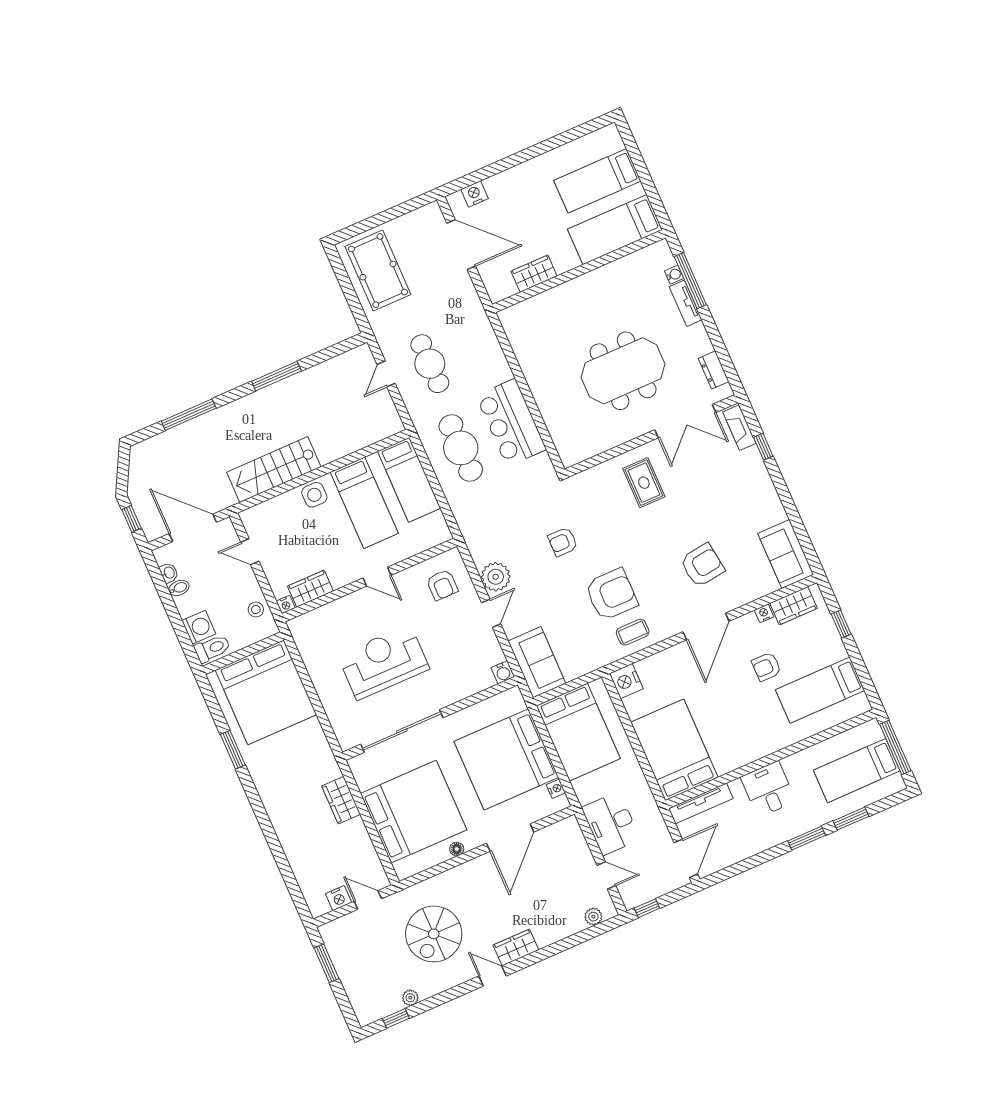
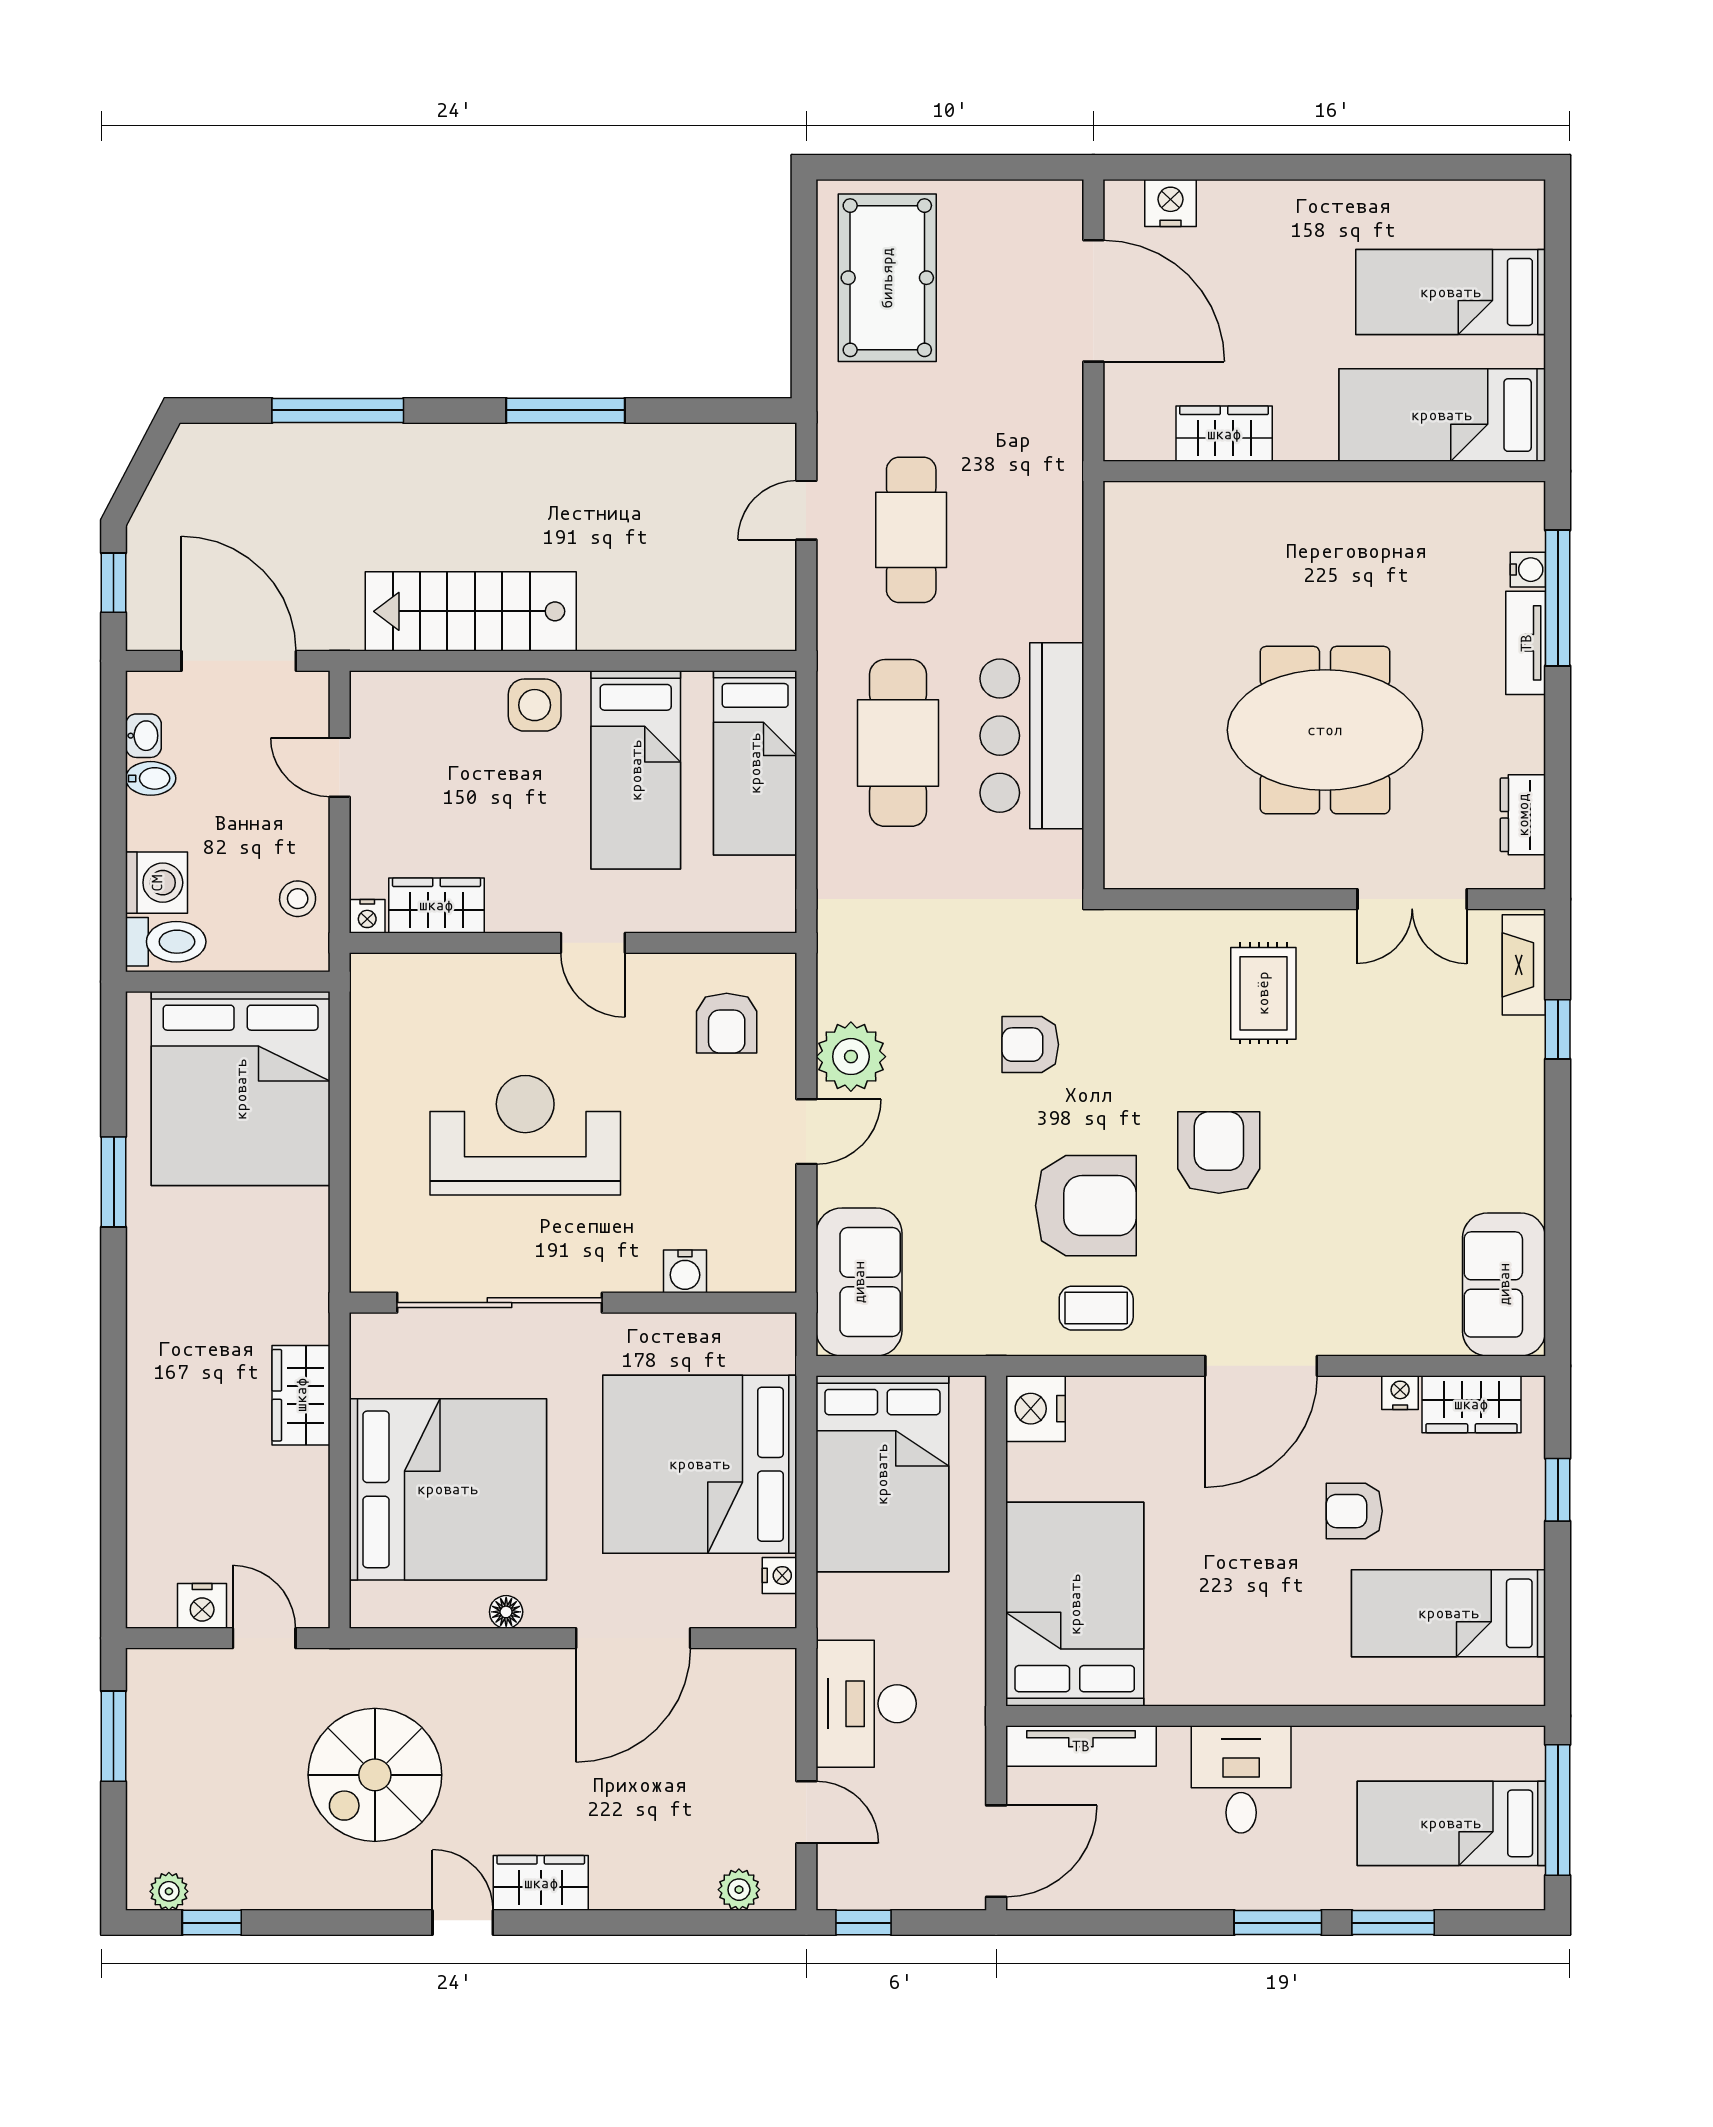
double door: (685, 421) -> (1412, 899), width x0.73
armchair: (702, 565) -> (1219, 1152), moved, turned -82
water cooler: (503, 672) -> (685, 1271), moved
plant: (410, 998) -> (169, 1891), moved

